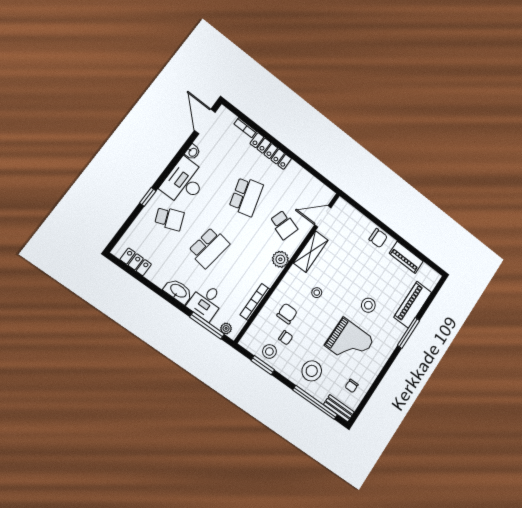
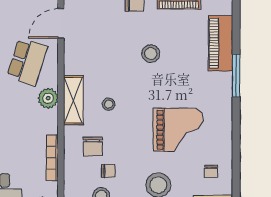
school desk: (284, 225) -> (27, 62), width x1.85
shelving: (311, 252) -> (73, 100), moved
stool: (368, 305) -> (151, 54), moved
chair: (287, 314) -> (93, 146), turned 180

